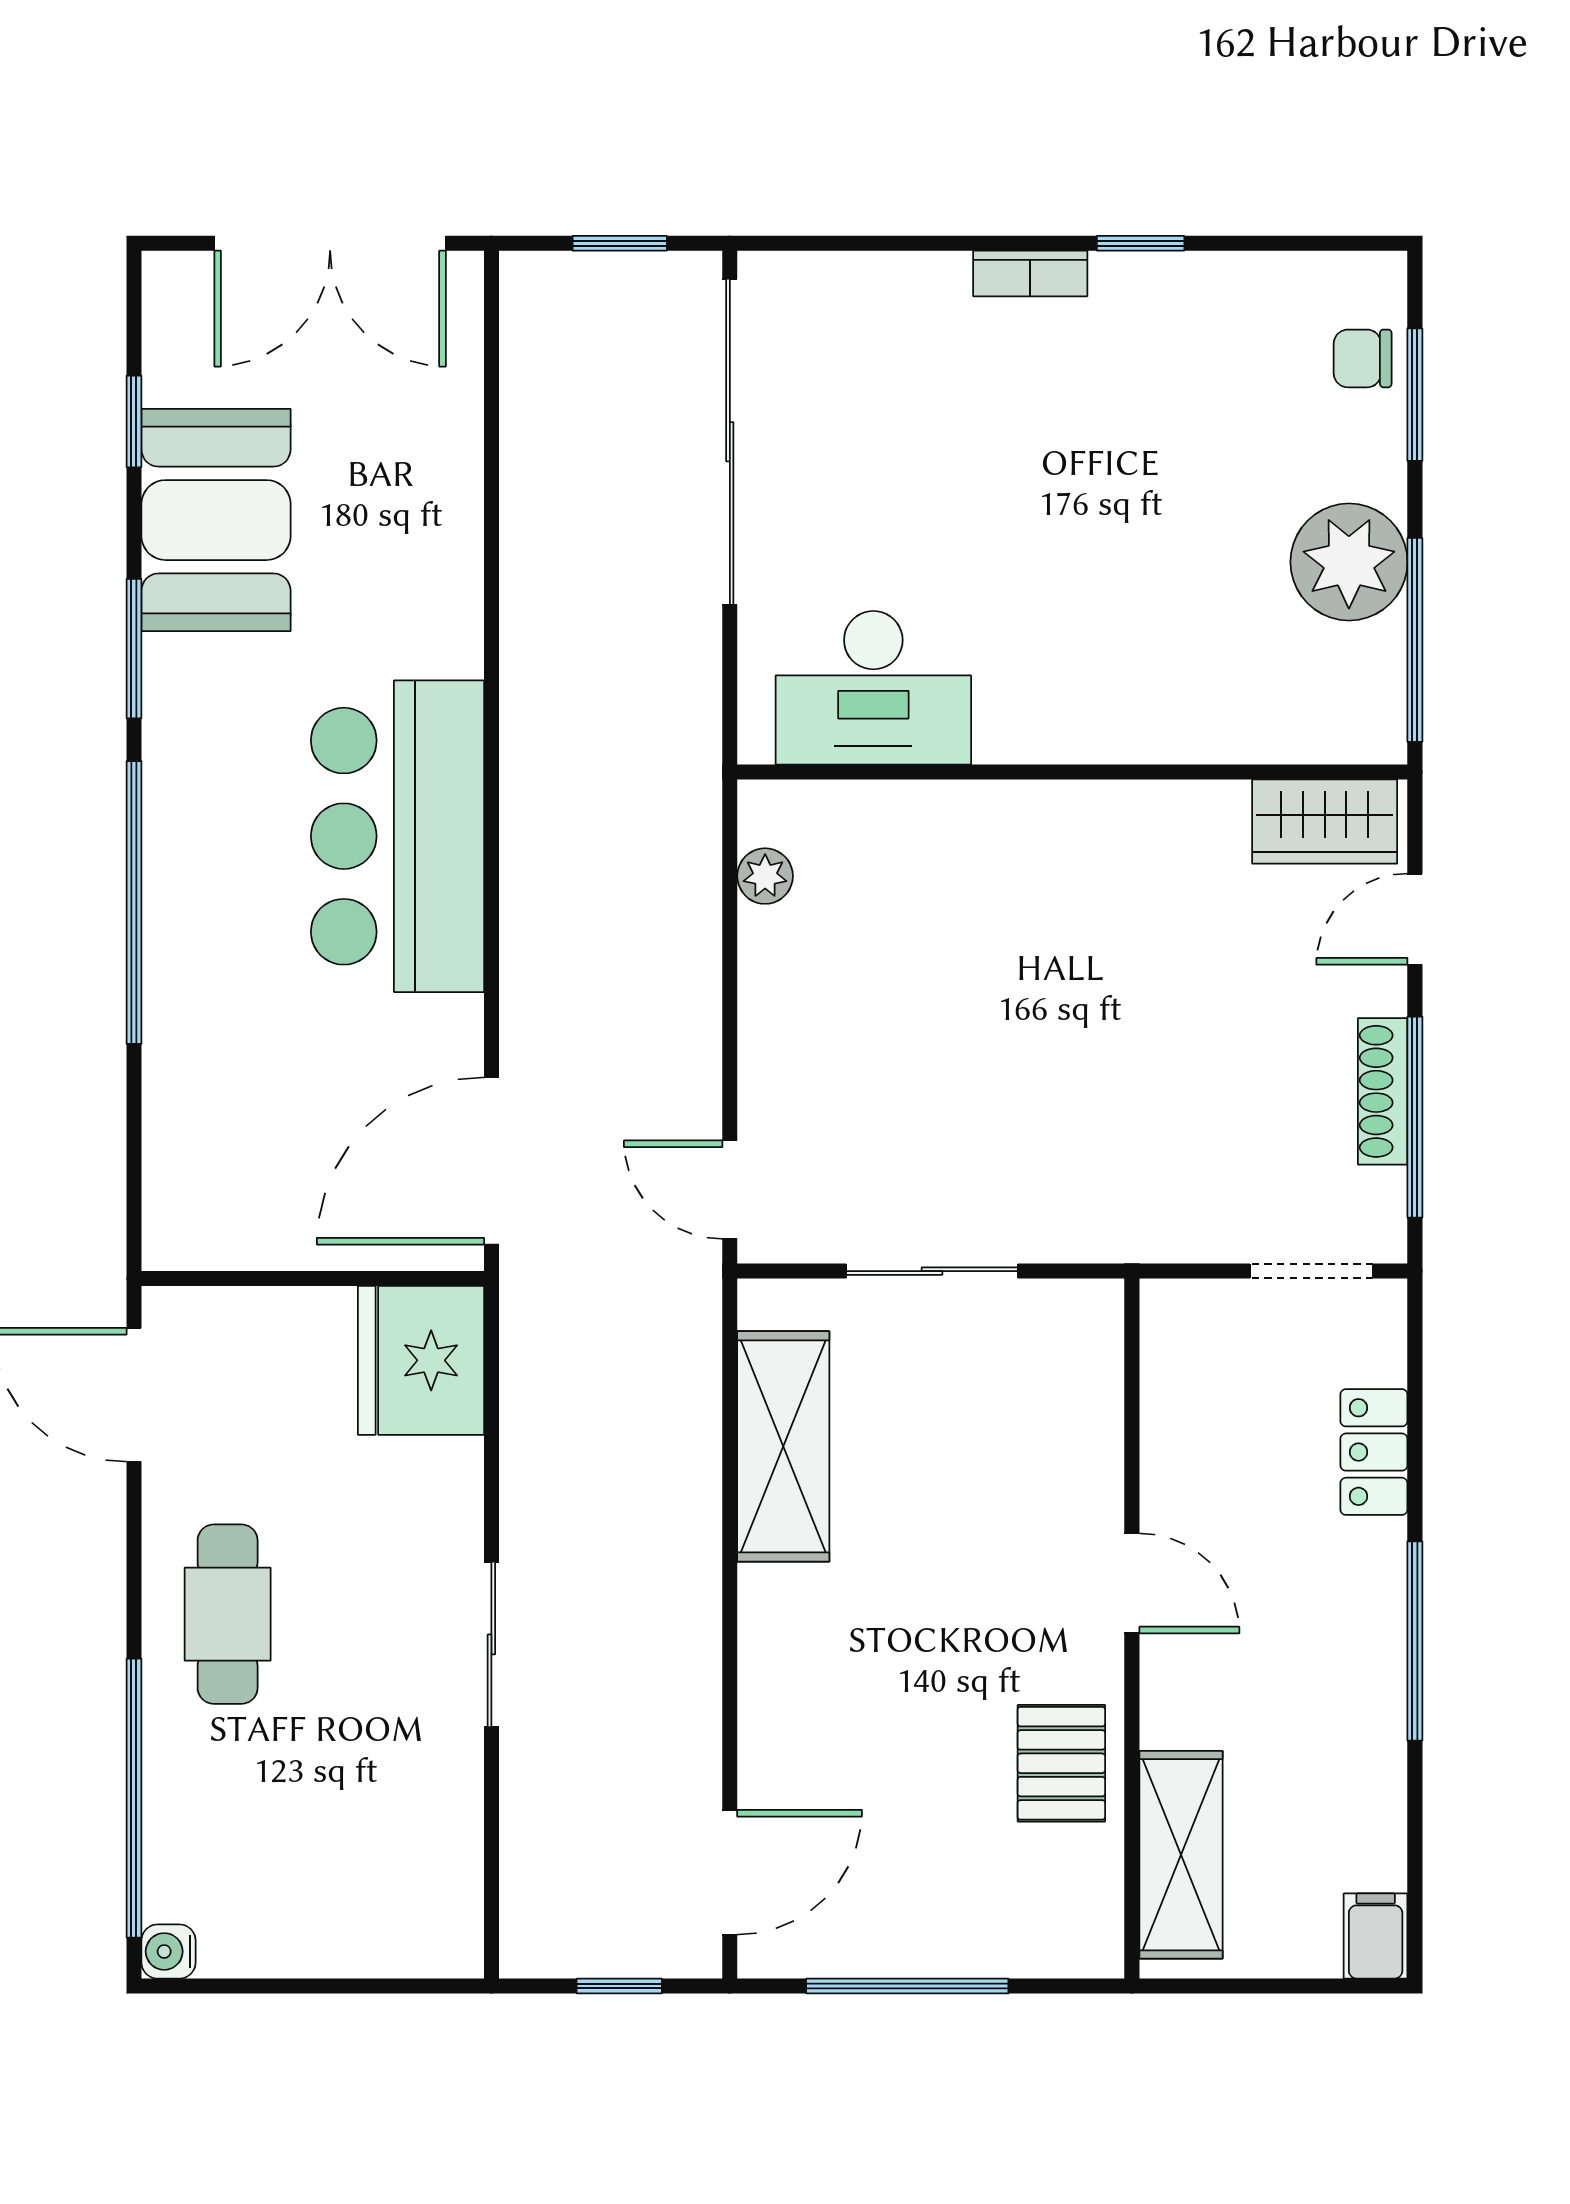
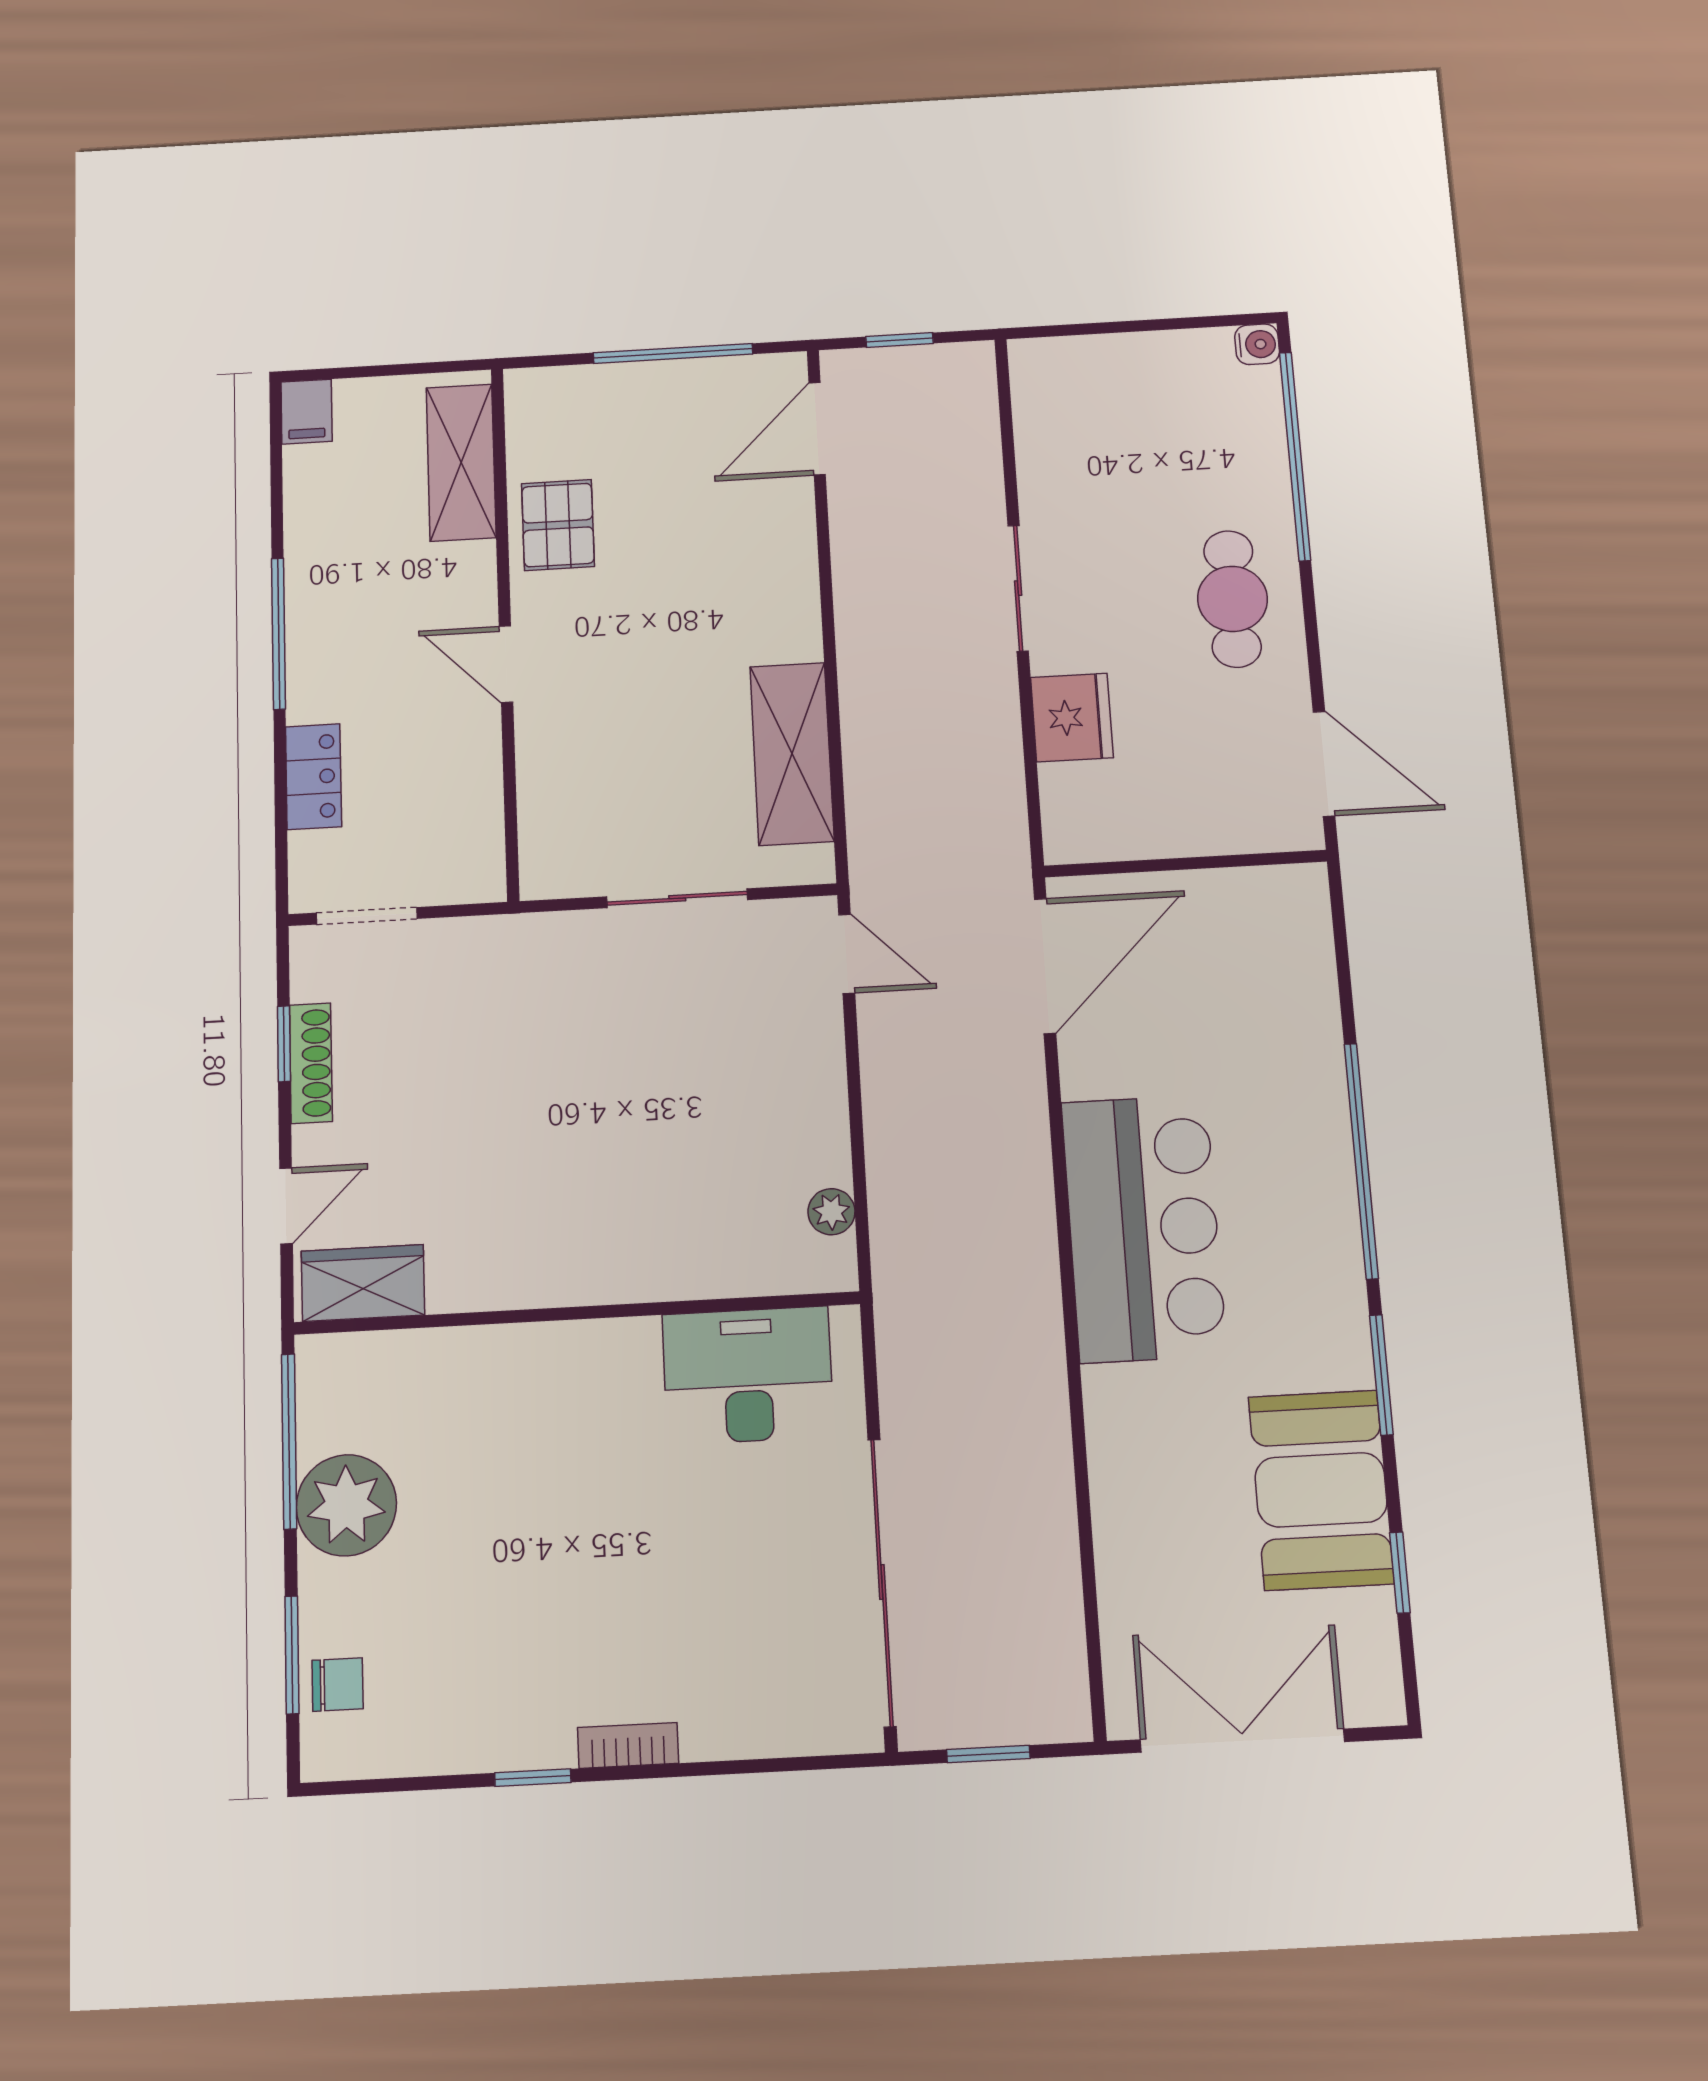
window: (1415, 1117) -> (284, 1044), width x0.46
fridge: (421, 1360) -> (1072, 718), moved, width x0.73, depth x0.75

